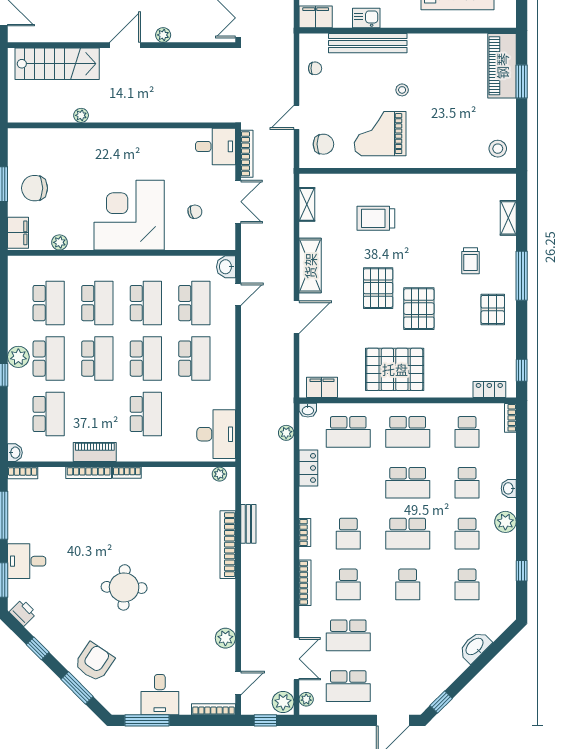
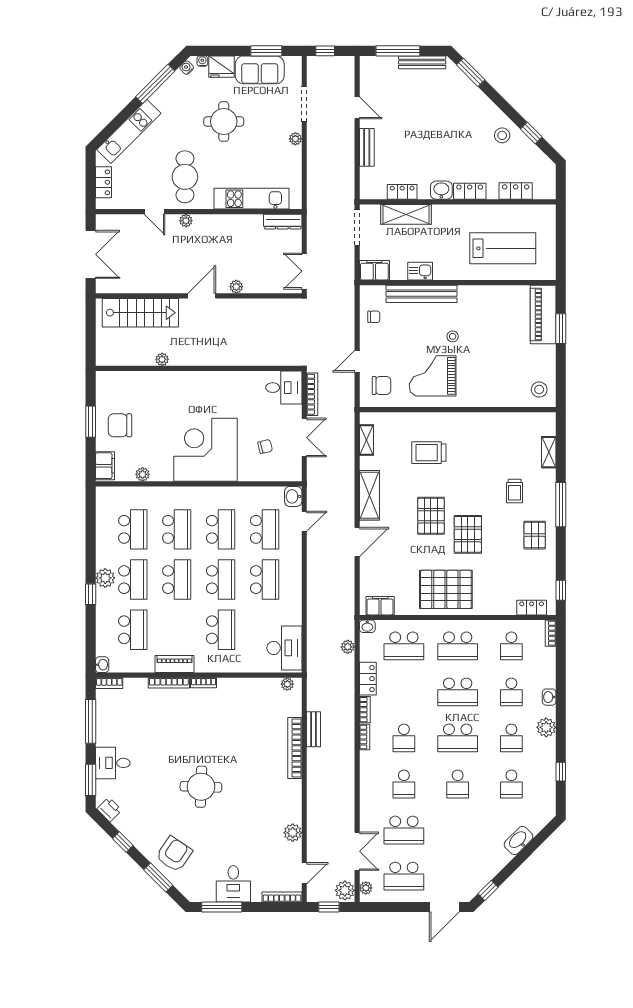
bookcase: (305, 583) -> (365, 710), moved, width x0.64

